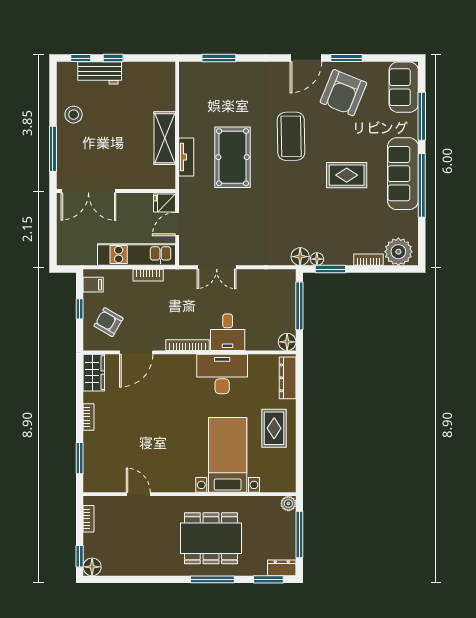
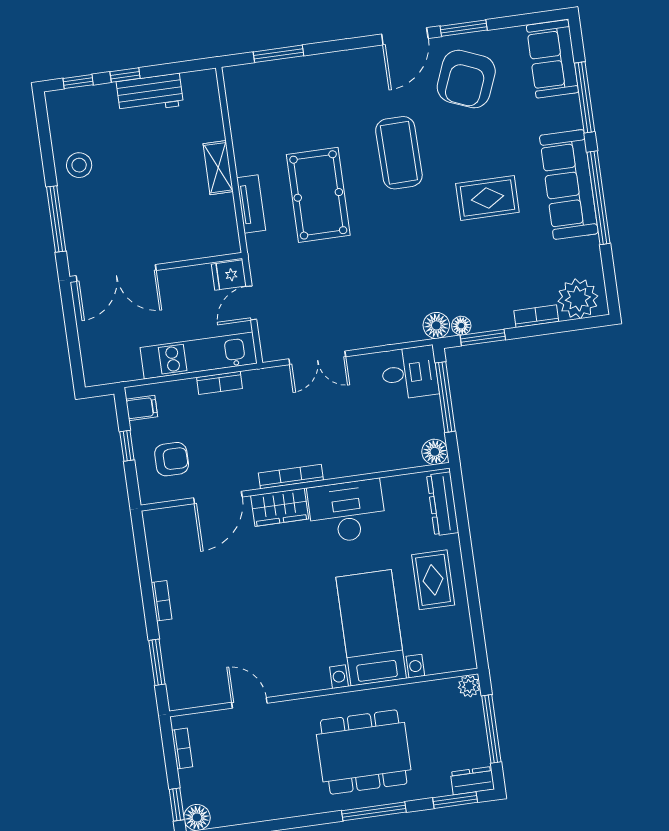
workbench: (100, 73) -> (150, 94), moved
shelving: (165, 138) -> (218, 168), width x0.67, depth x0.75
armchair: (108, 322) -> (172, 459), turned 150
desk: (228, 332) -> (410, 373), moved, turned -90
wardrobe: (94, 373) -> (280, 507), moved, turned 90

